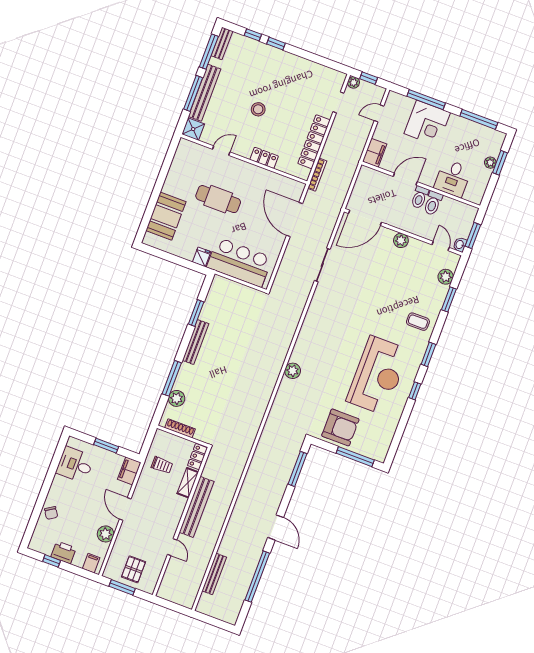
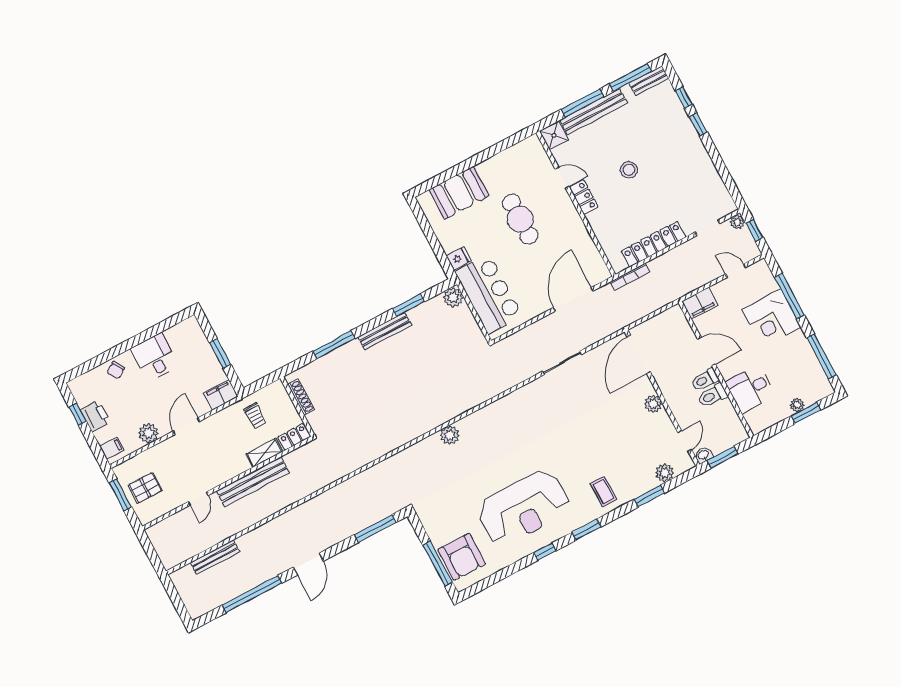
locker: (264, 158) -> (584, 197), moved
door: (365, 218) -> (639, 354), hinge flipped
plant: (177, 398) -> (453, 297), moved
armchair: (340, 427) -> (462, 557), moved
desk: (75, 465) -> (154, 357), moved

